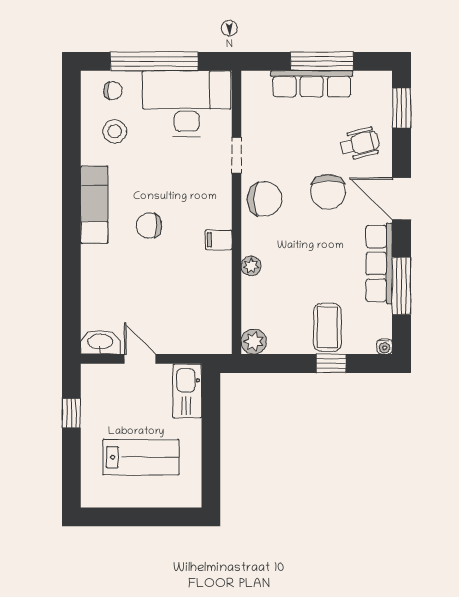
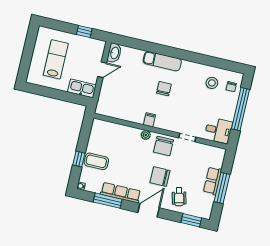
row of seats: (312, 84) -> (213, 181), width x0.68
desk: (187, 104) -> (218, 130), width x0.53, depth x0.77
exam couch: (94, 205) -> (162, 61), moved
plant: (251, 266) -> (146, 135), moved
plant: (254, 342) -> (98, 125), removed
lab bench: (141, 457) -> (56, 59), turned 180

